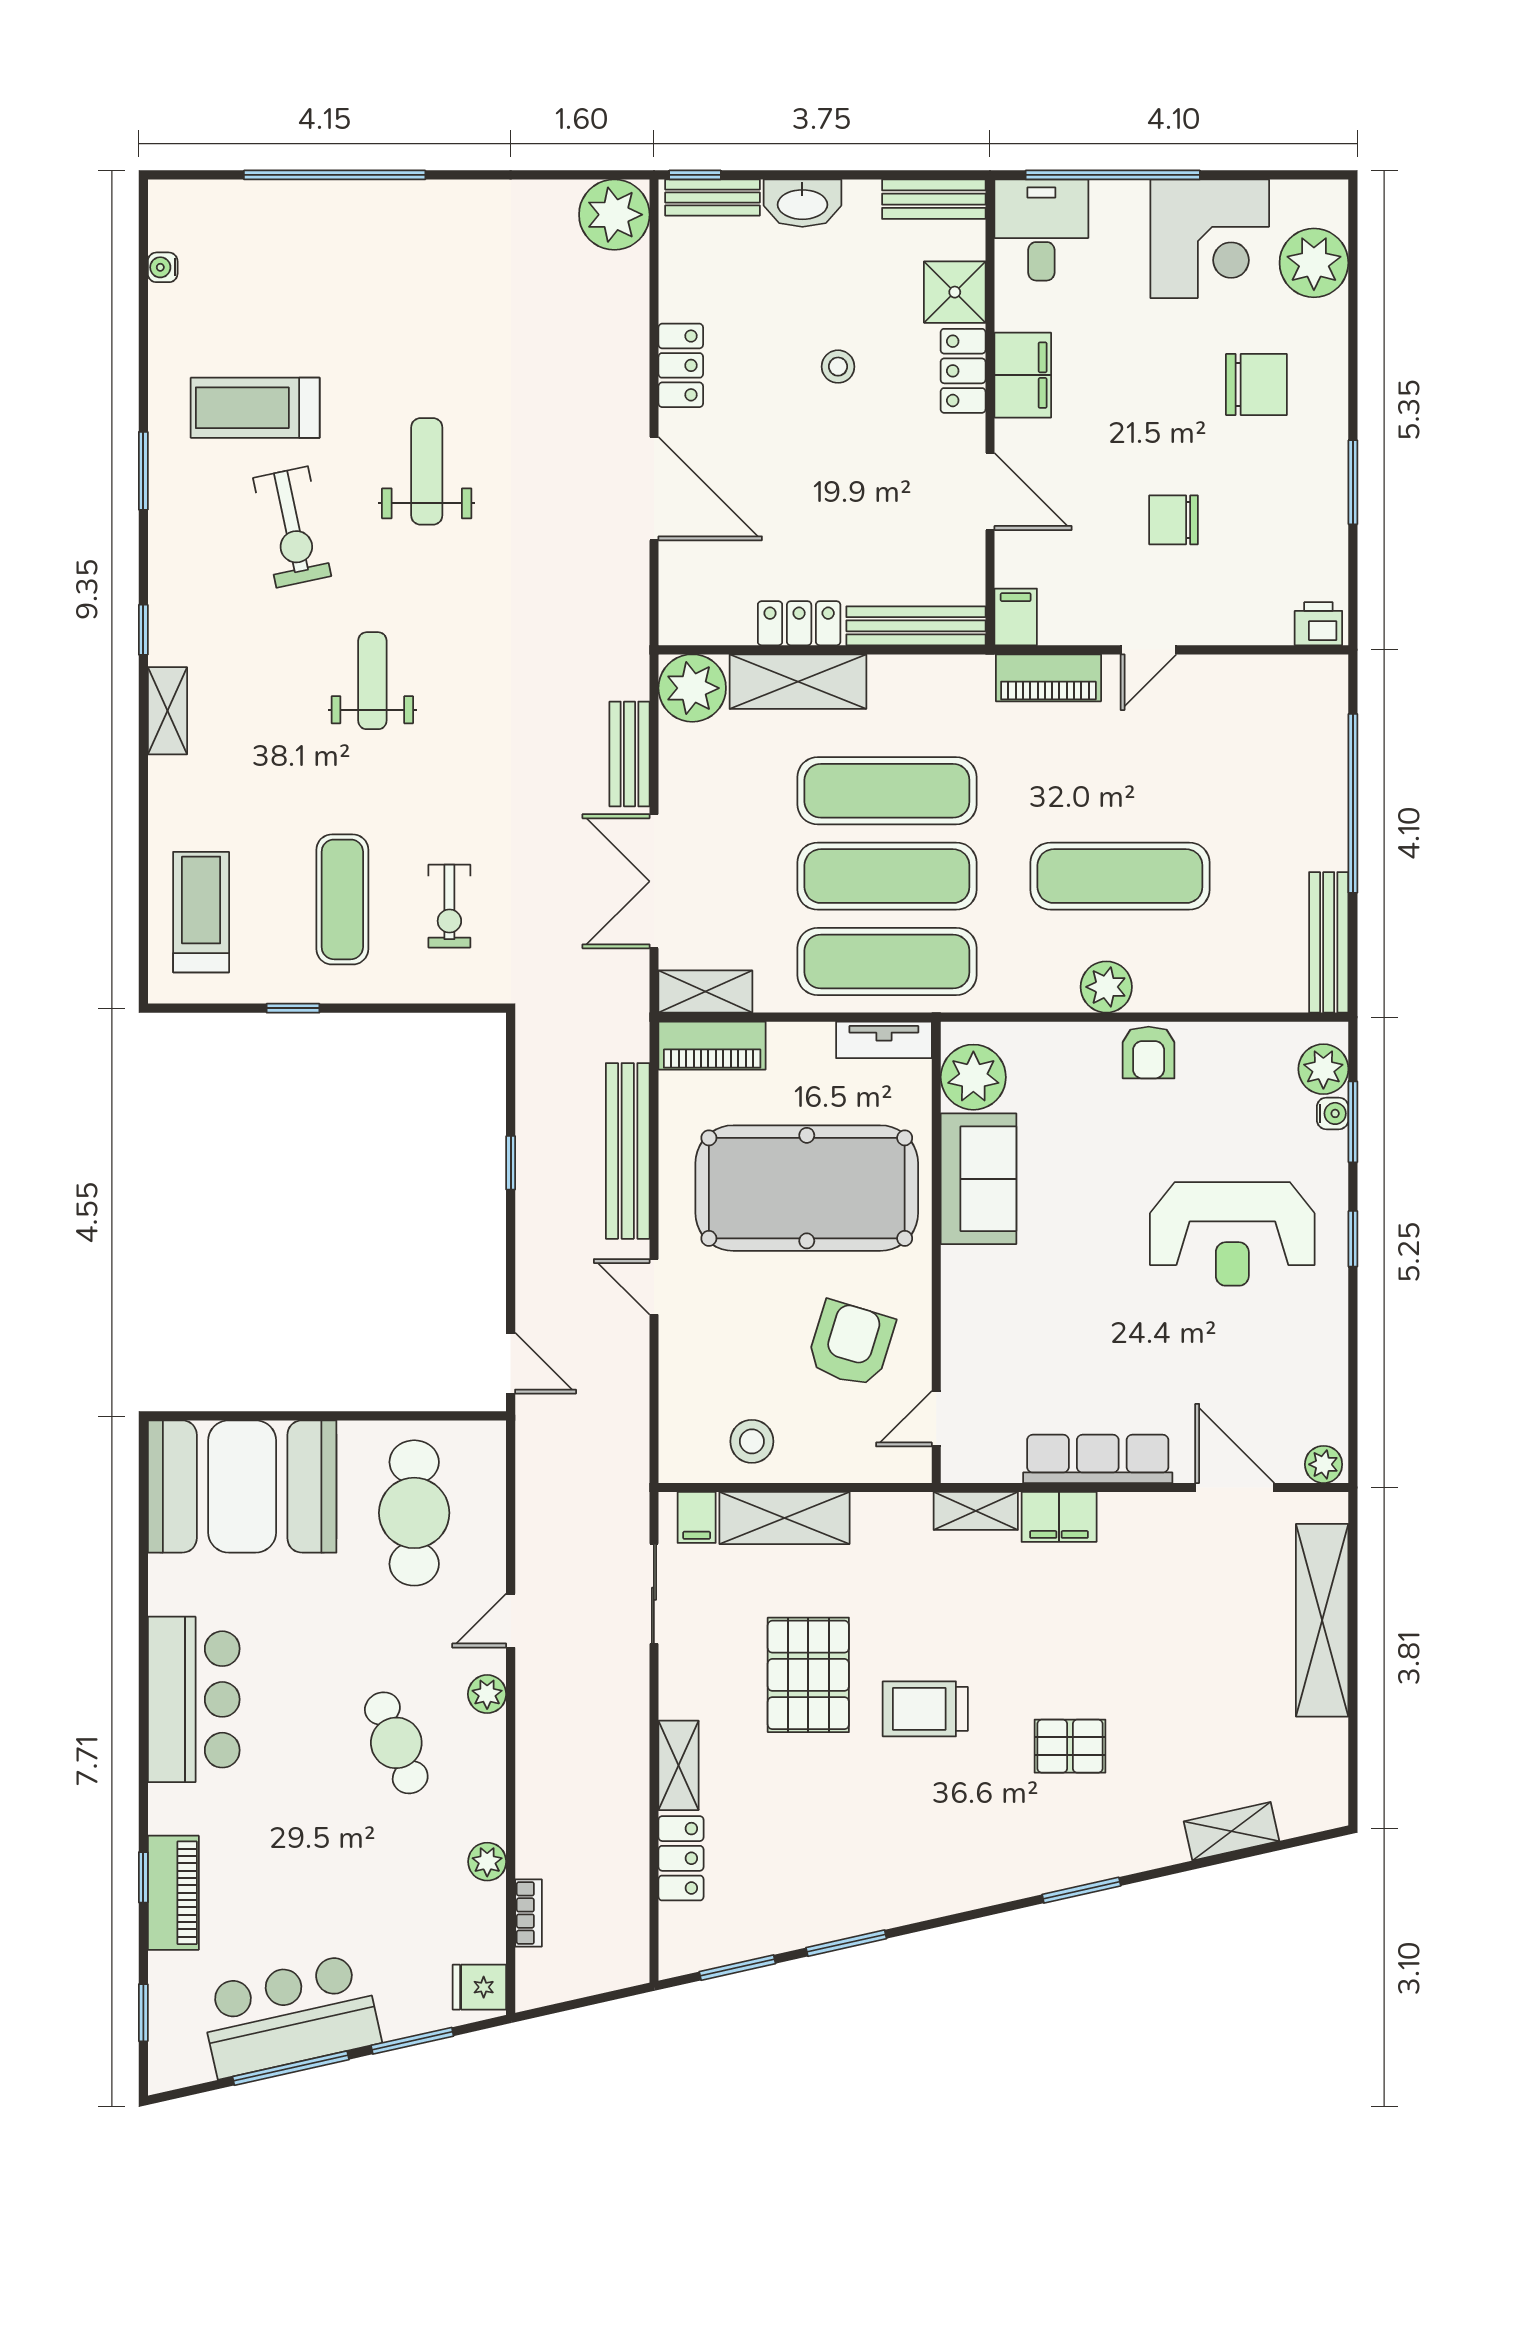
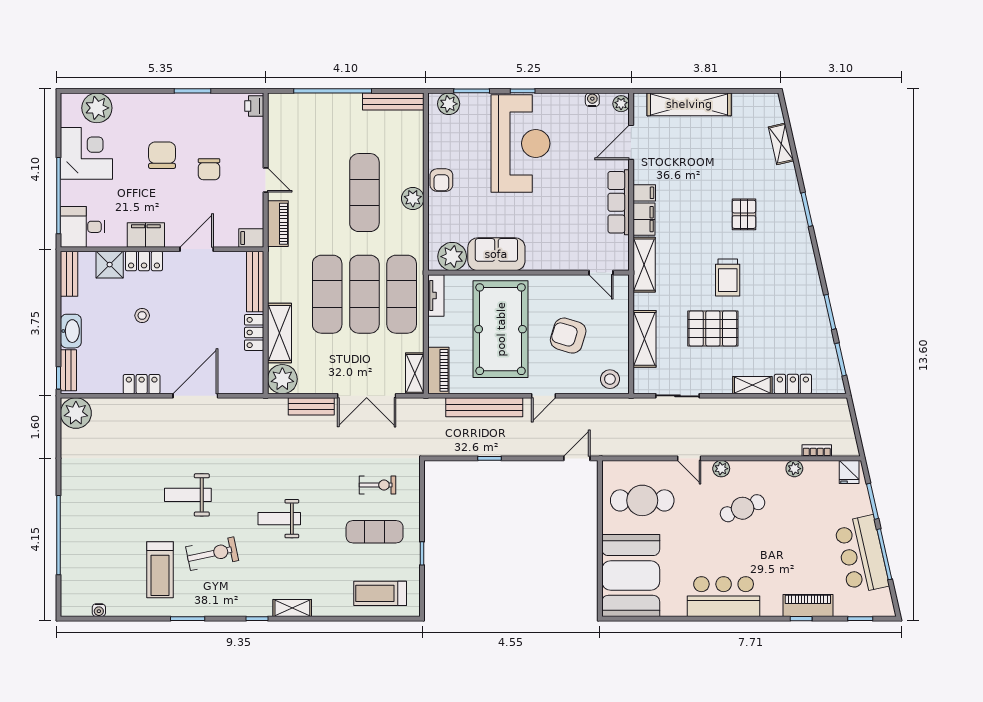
chair: (1256, 385) -> (162, 155), moved
armchair: (1149, 1053) -> (441, 180), turned 90
water cooler: (1333, 1113) -> (592, 100), moved
reception desk: (1232, 1234) -> (521, 143), width x1.36, depth x1.30
armchair: (851, 1344) -> (568, 336), moved
stool: (752, 1441) -> (610, 379), moved
shelving: (976, 1511) -> (644, 265), width x1.50, depth x1.33
filing cabinet: (697, 1517) -> (644, 193), moved

